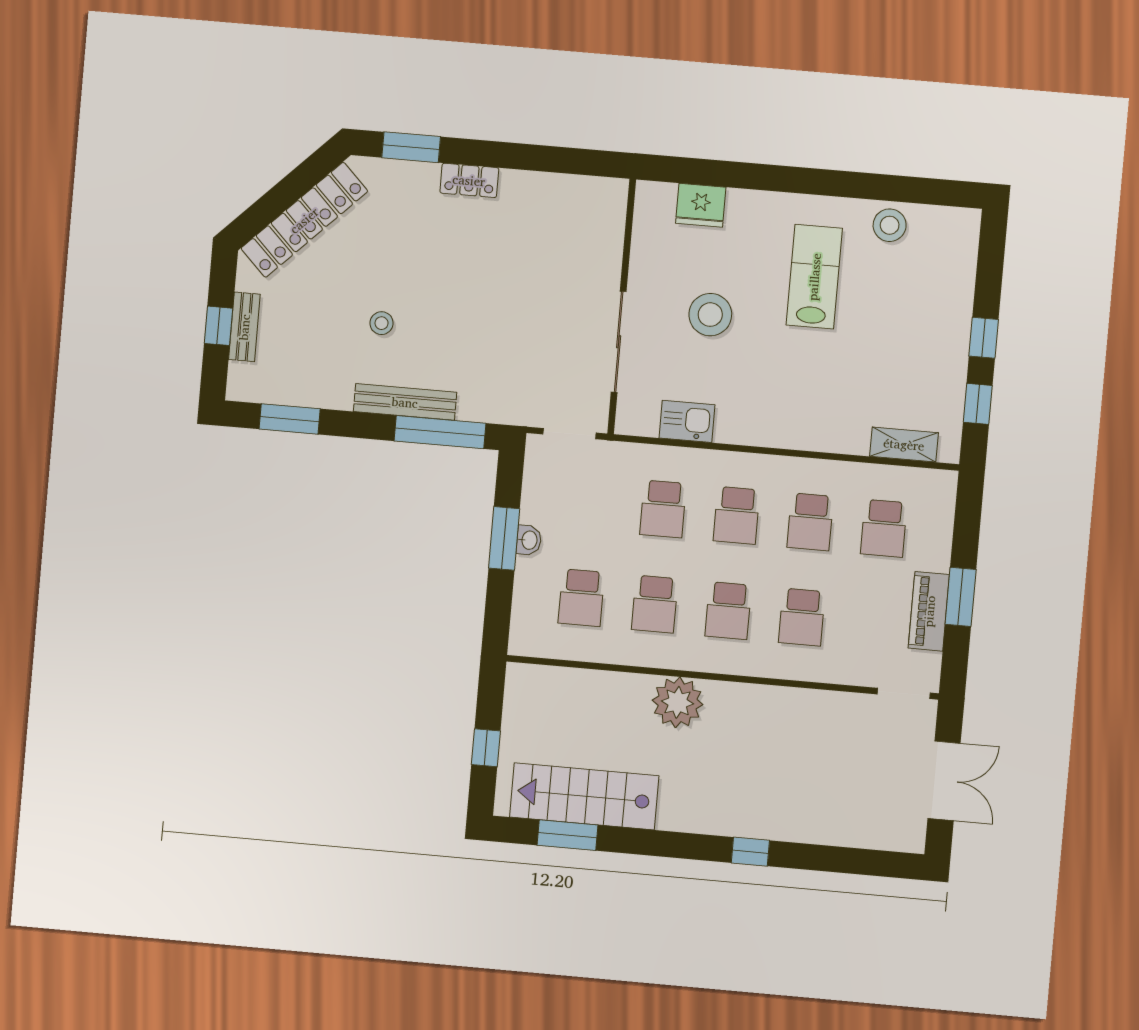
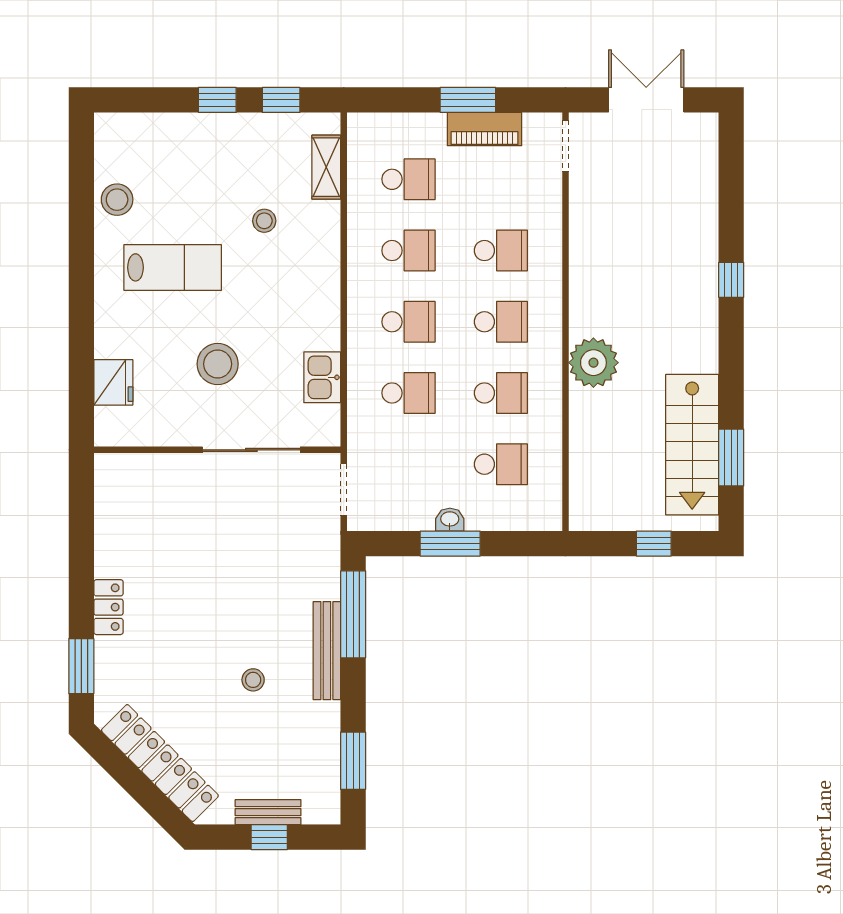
lab bench: (814, 277) -> (173, 267), turned 180
stool: (854, 376) -> (264, 221), added

